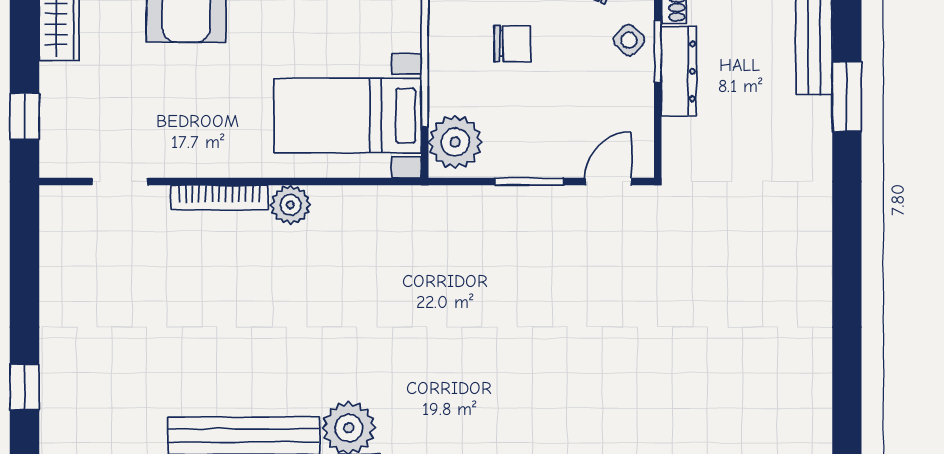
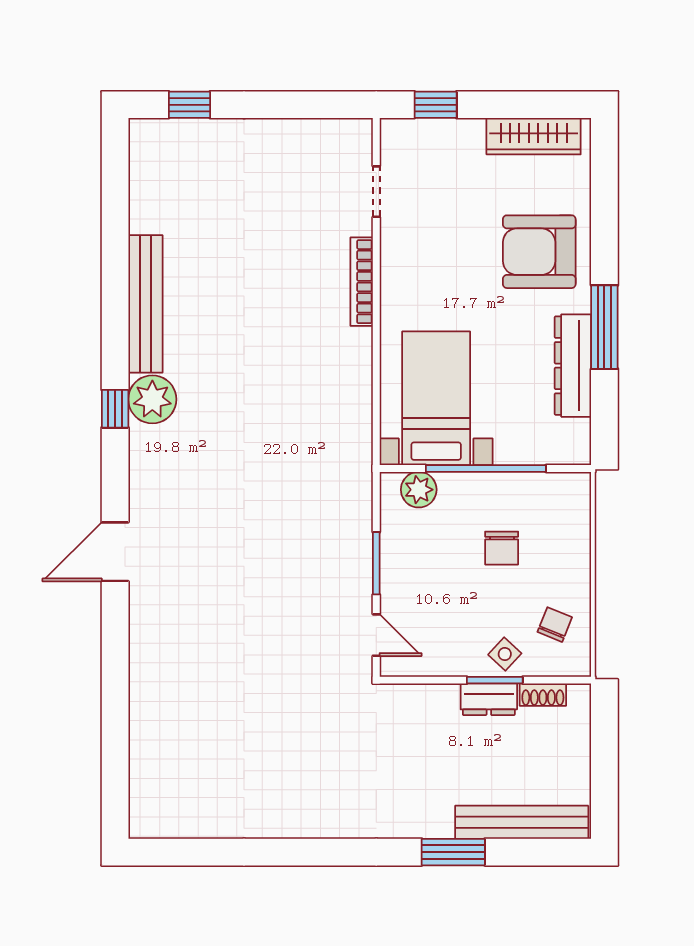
dresser: (679, 71) -> (489, 699), width x0.70
plant: (455, 142) -> (419, 490), width x0.73, depth x0.73
plant: (290, 205) -> (355, 346), removed

